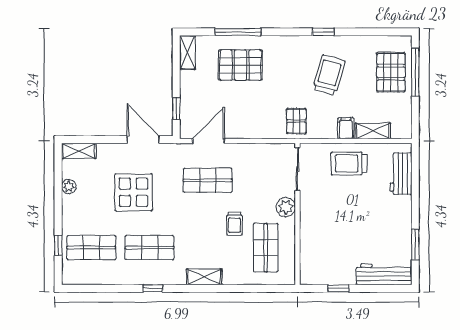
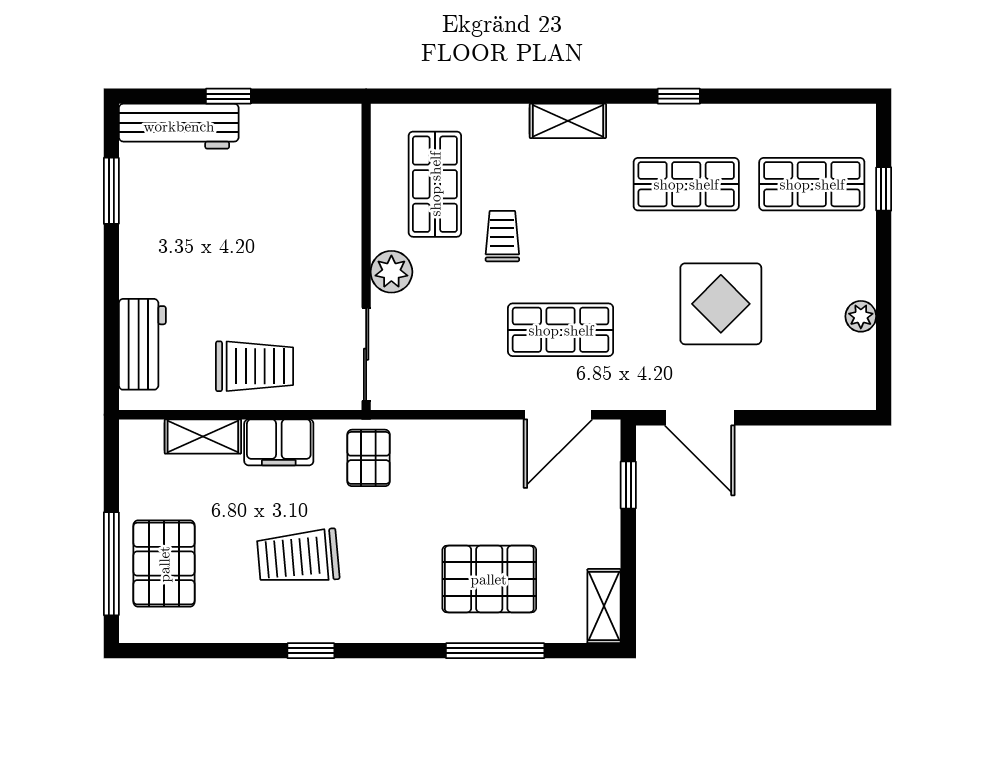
trolley: (329, 75) -> (298, 557), turned 69
filing cabinet: (346, 128) -> (279, 442), width x2.00
shelving: (79, 151) -> (839, 393), removed
window: (338, 288) -> (228, 96), moved

